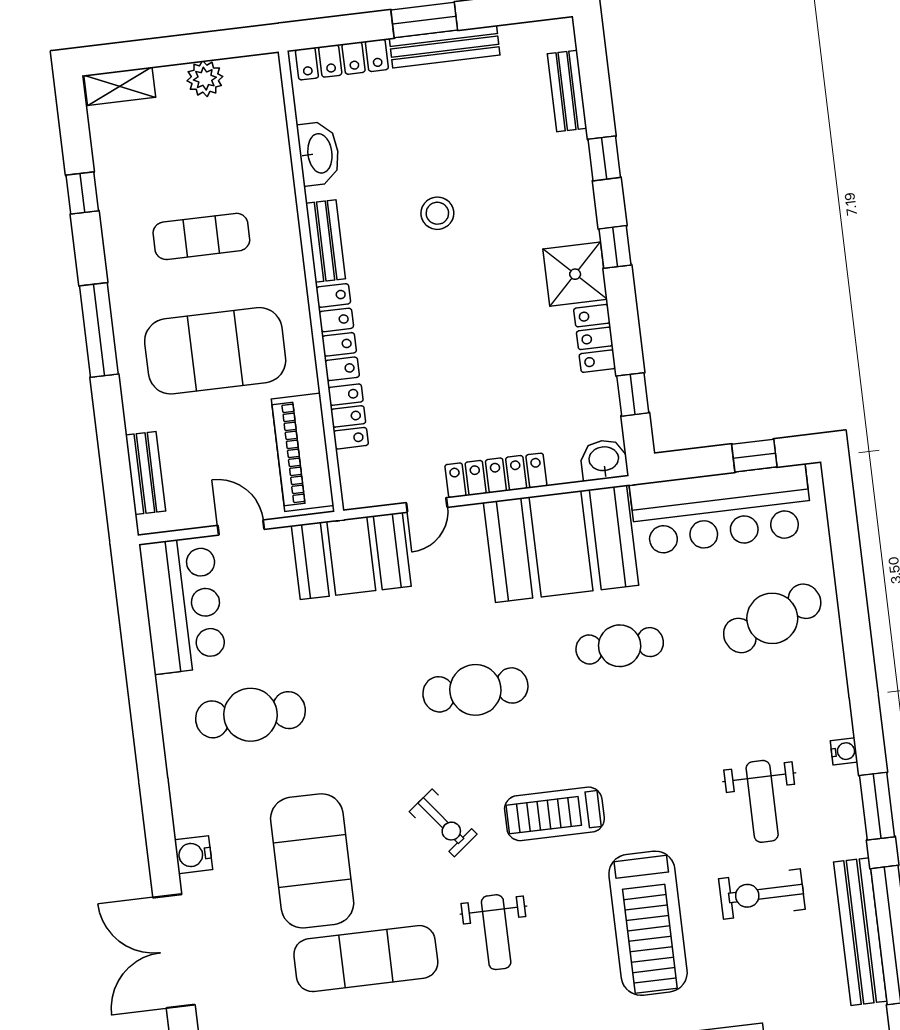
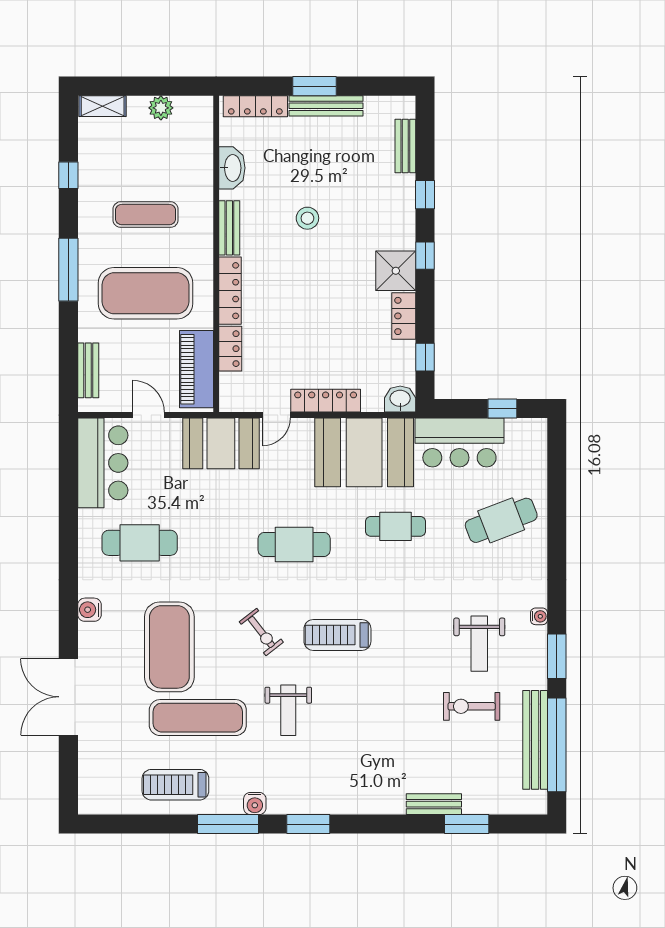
bar counter: (721, 510) -> (459, 442), width x0.73
water cooler: (194, 855) -> (89, 610), moved
treadmill: (648, 923) -> (392, 717), removed

